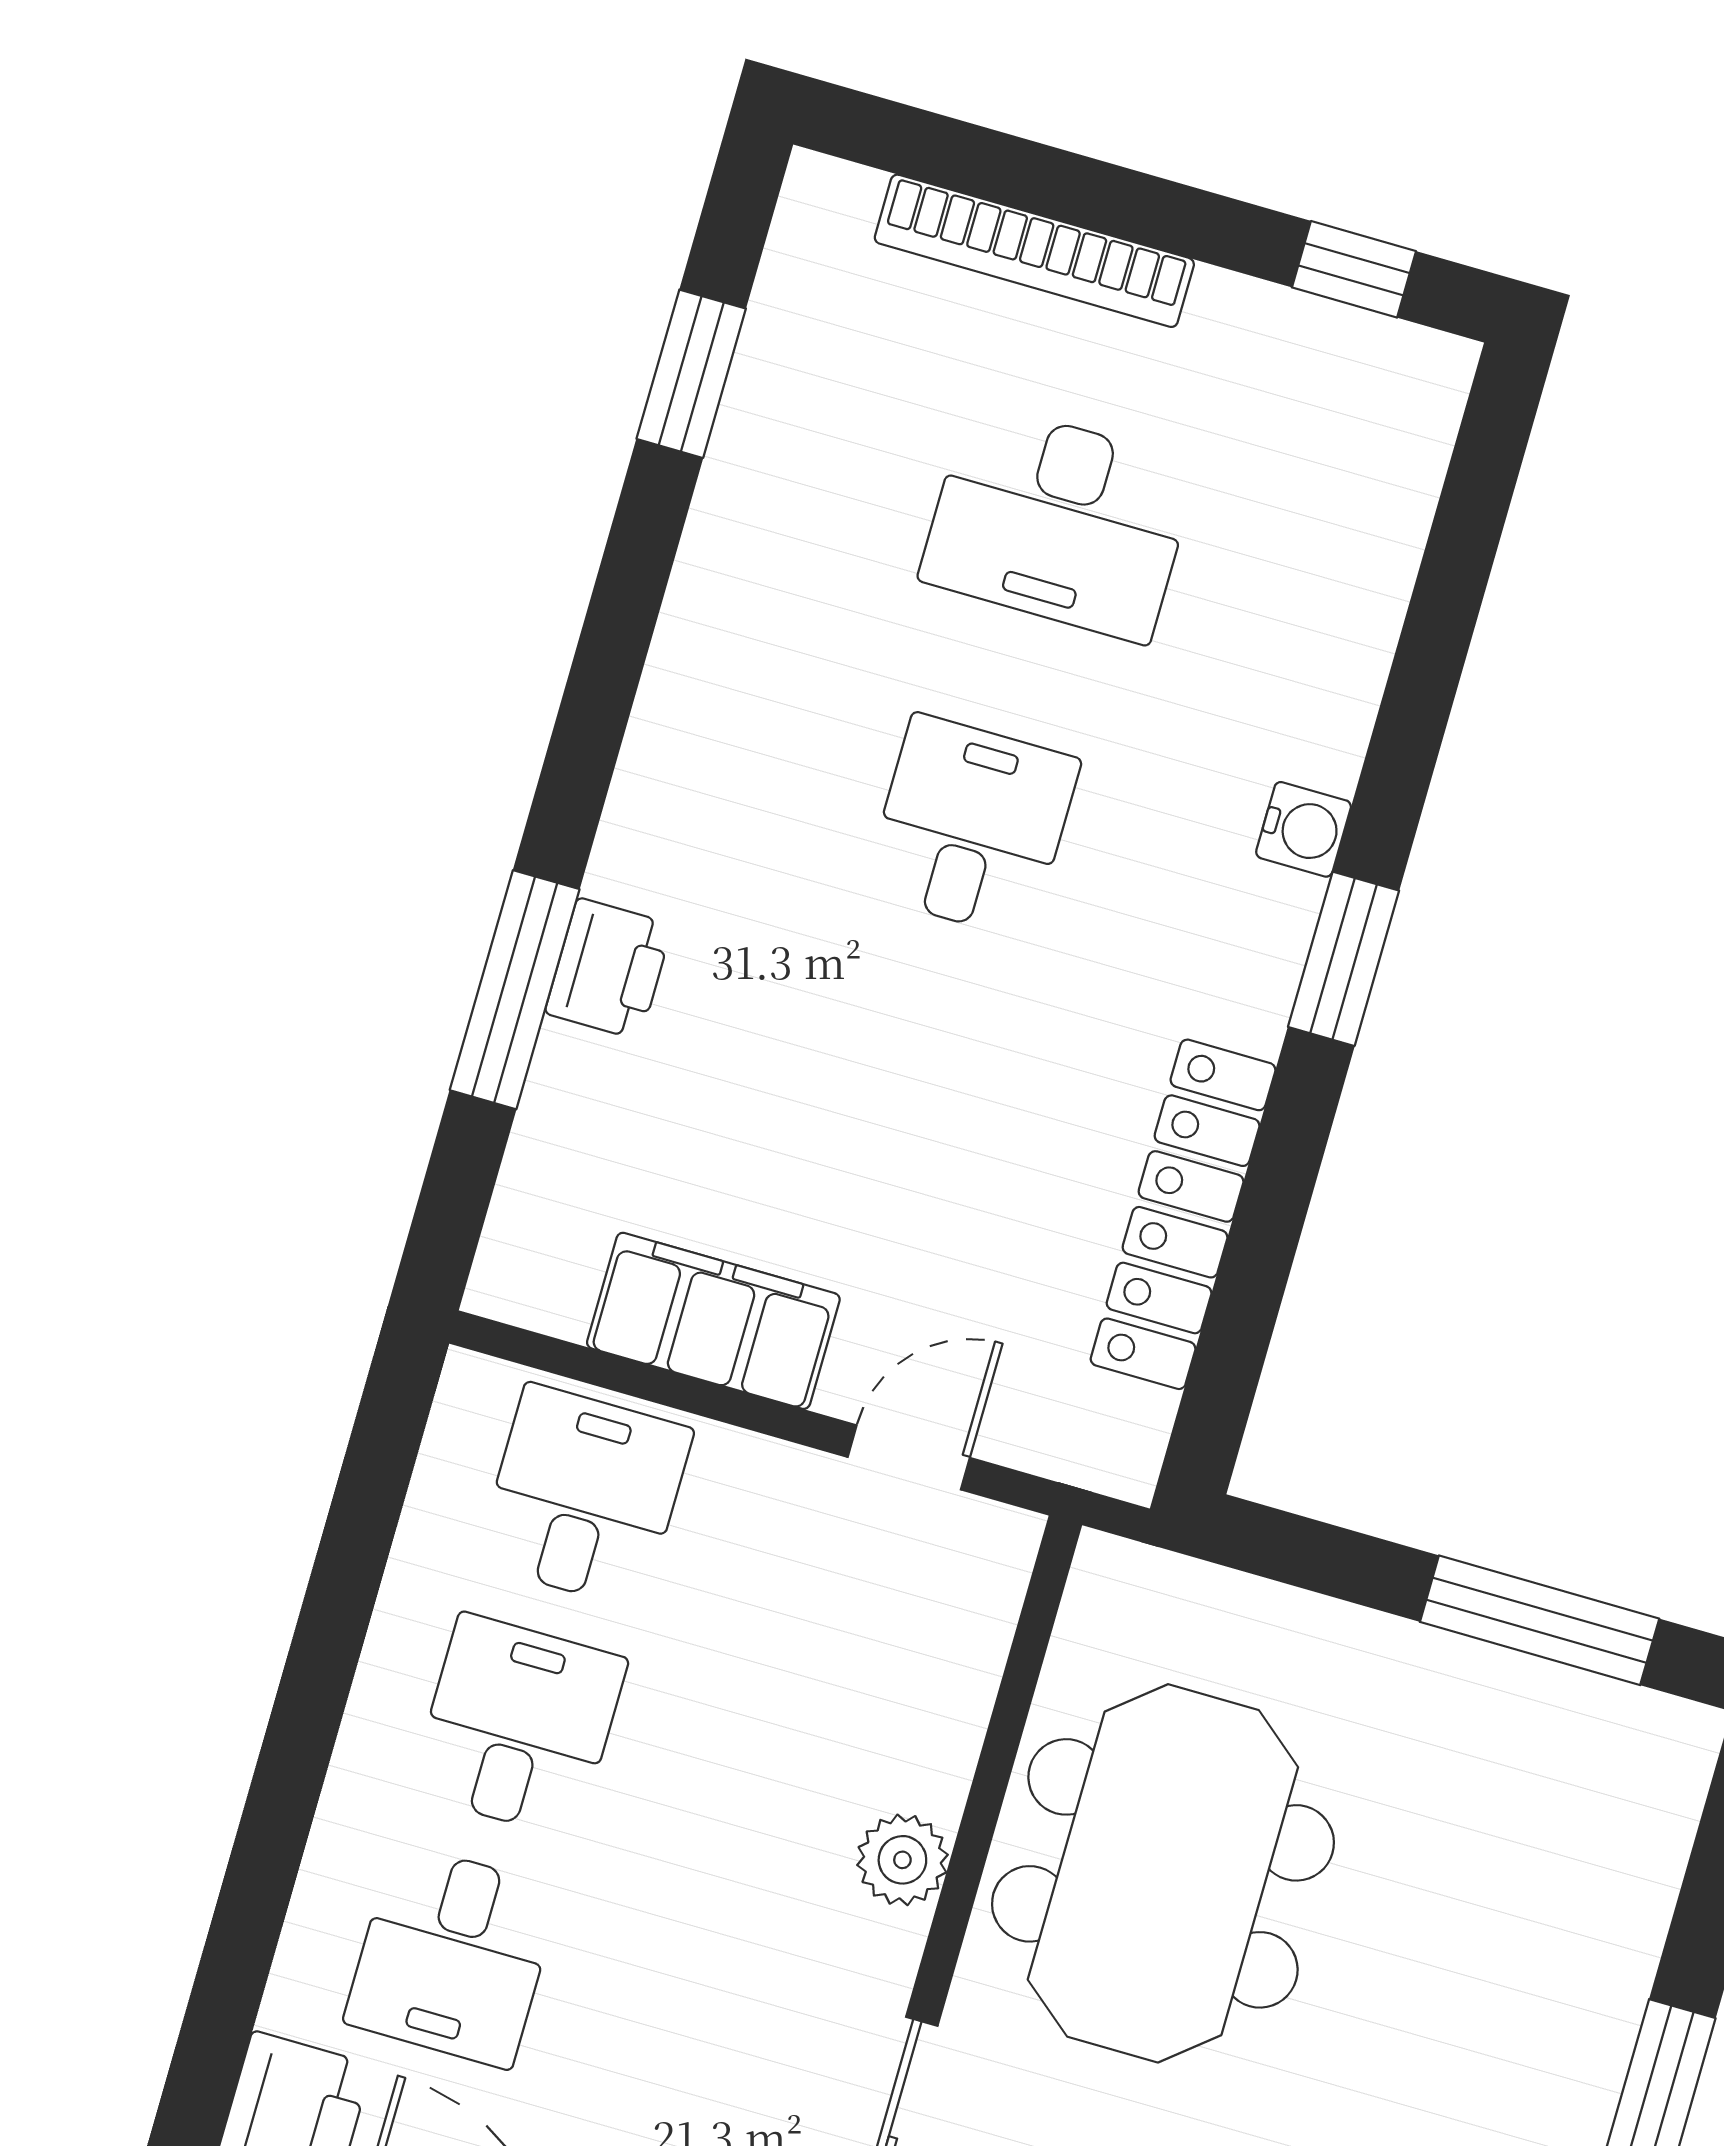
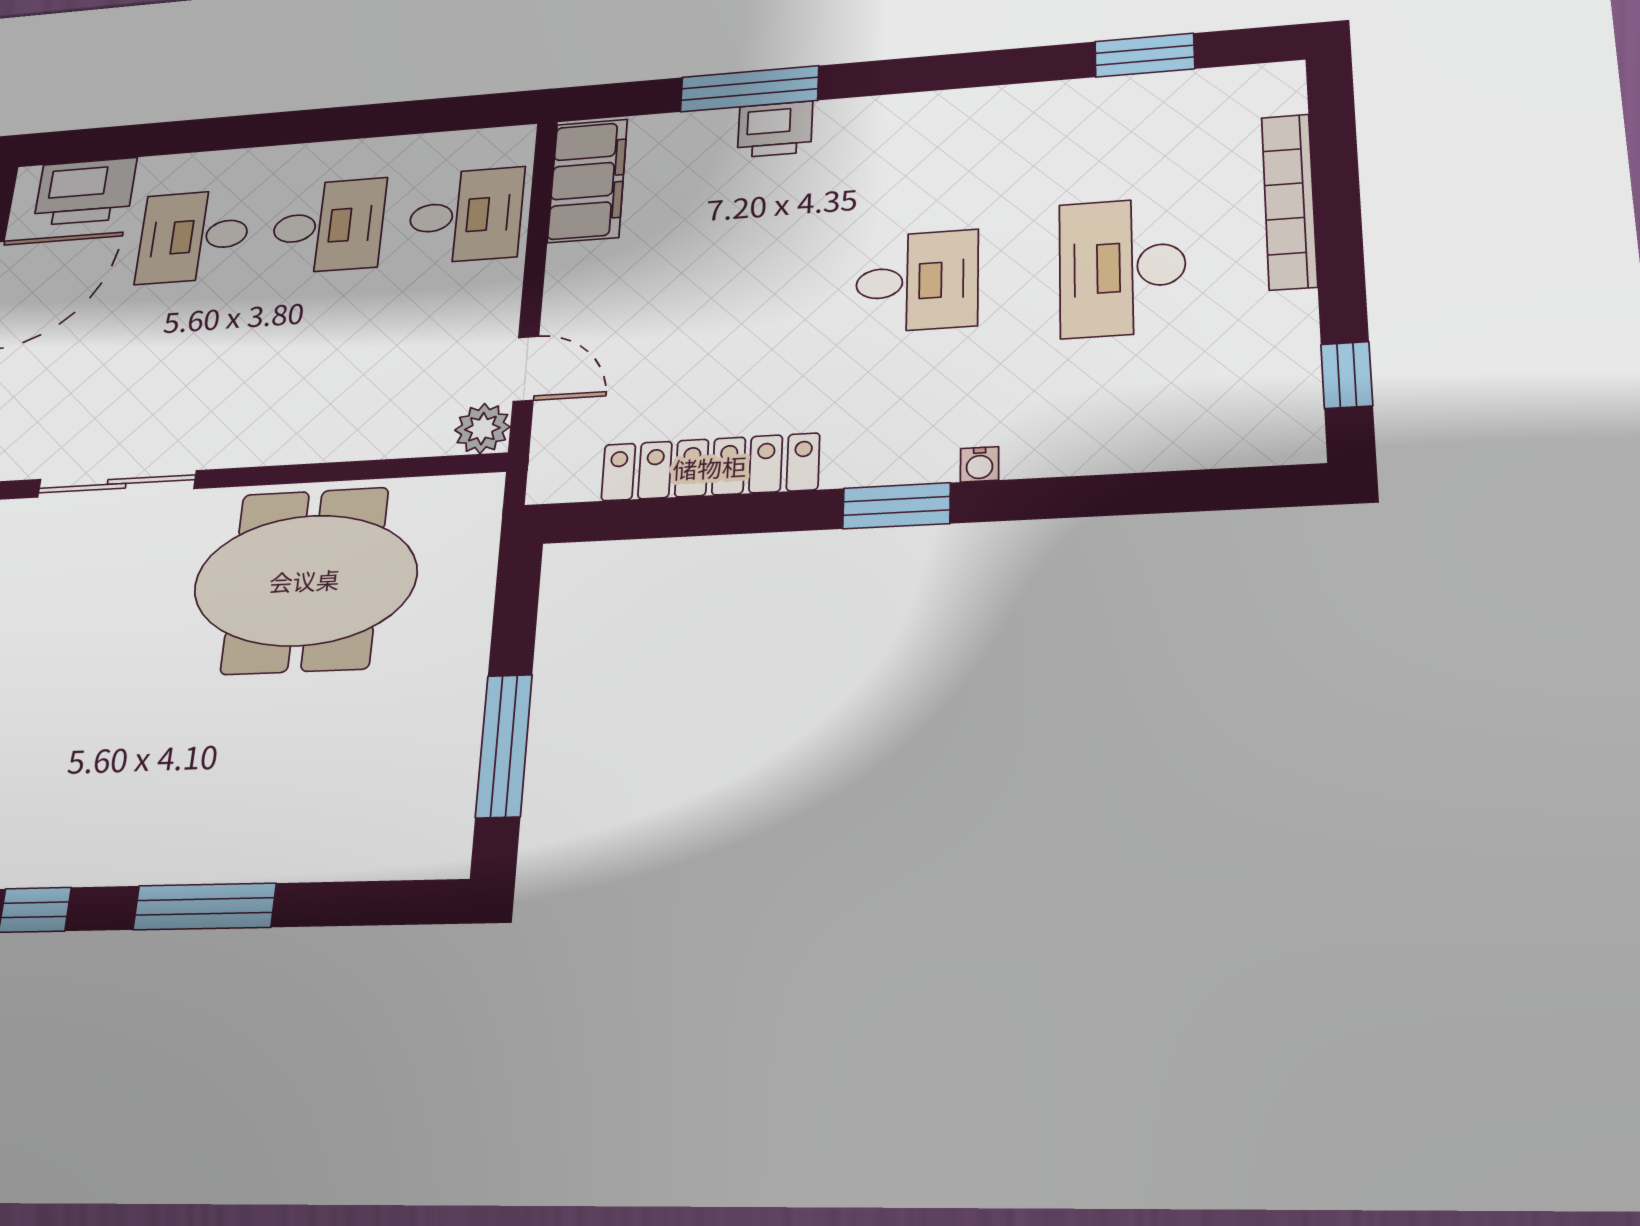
water cooler: (1304, 829) -> (980, 464), width x0.72, depth x0.72
filing cabinet: (713, 1321) -> (588, 181), moved
plant: (902, 1860) -> (482, 429), moved

